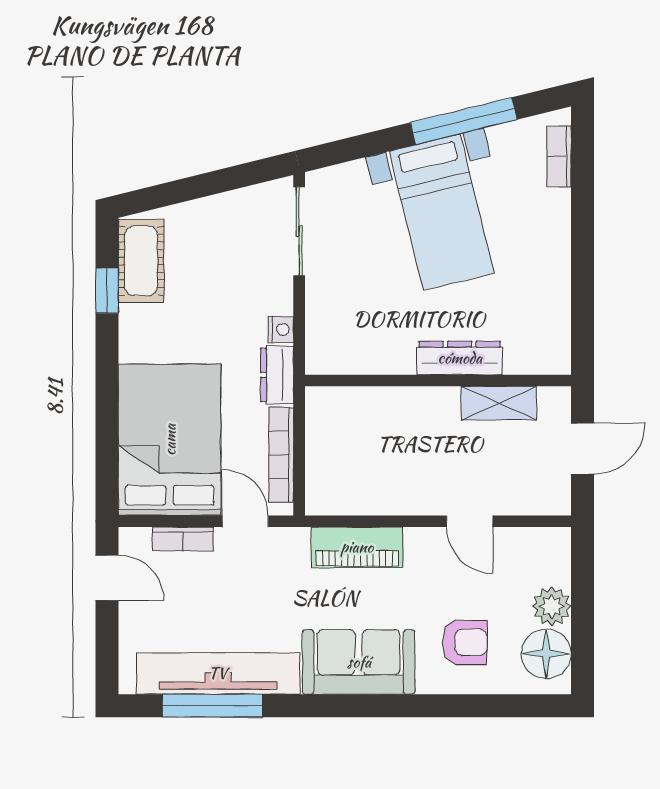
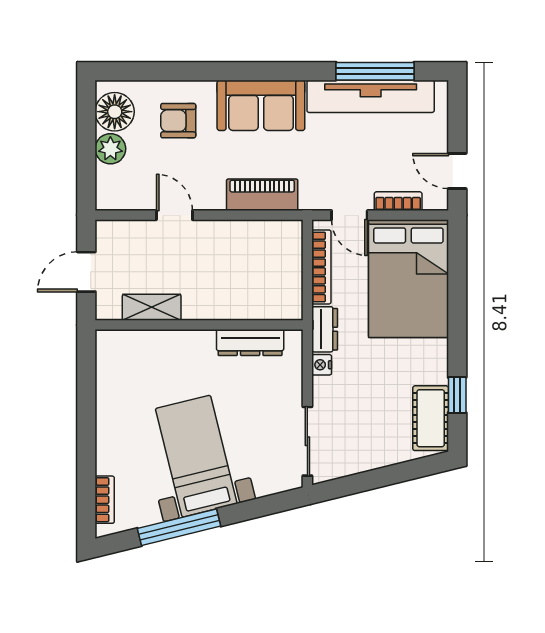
dresser: (460, 358) -> (250, 342), moved

